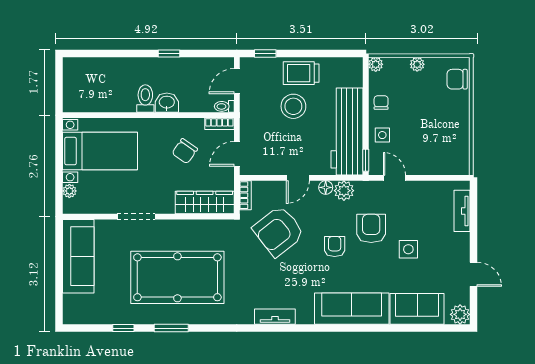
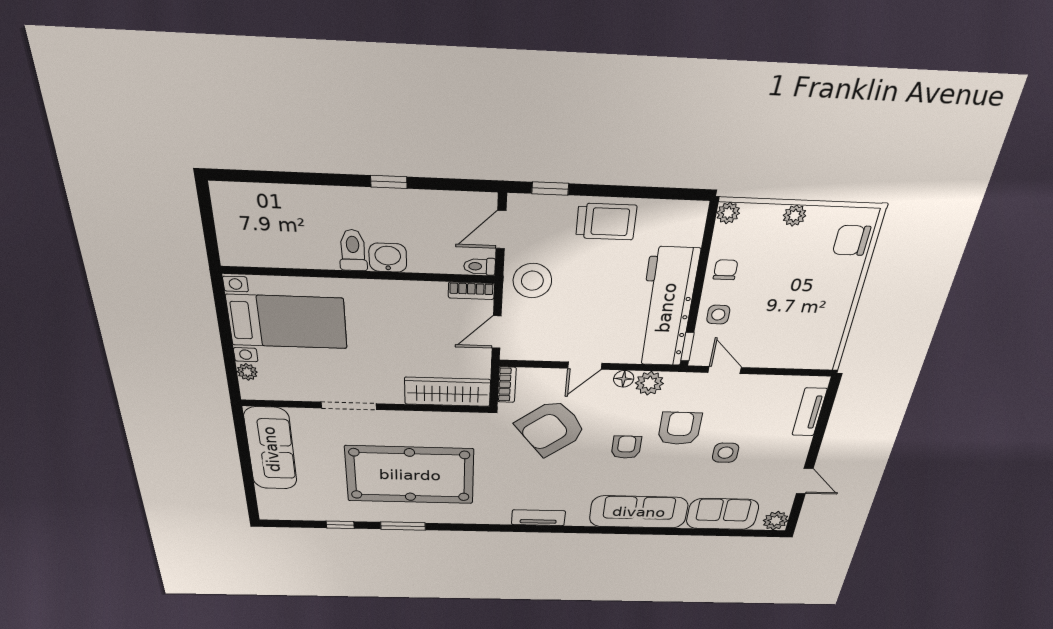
trolley: (301, 73) -> (606, 222), turned 180
stool: (293, 106) -> (532, 281), moved
chair: (185, 151) -> (418, 326), removed

